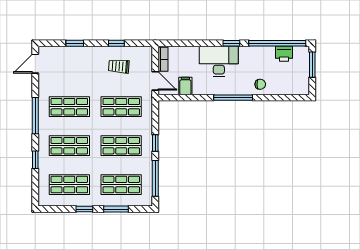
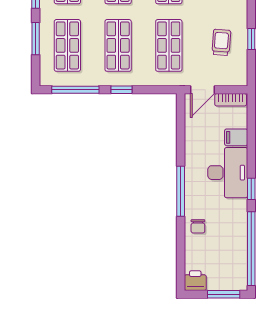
printer: (284, 54) -> (195, 281), moved, turned 90
filing cabinet: (185, 86) -> (236, 137), moved, turned 180

